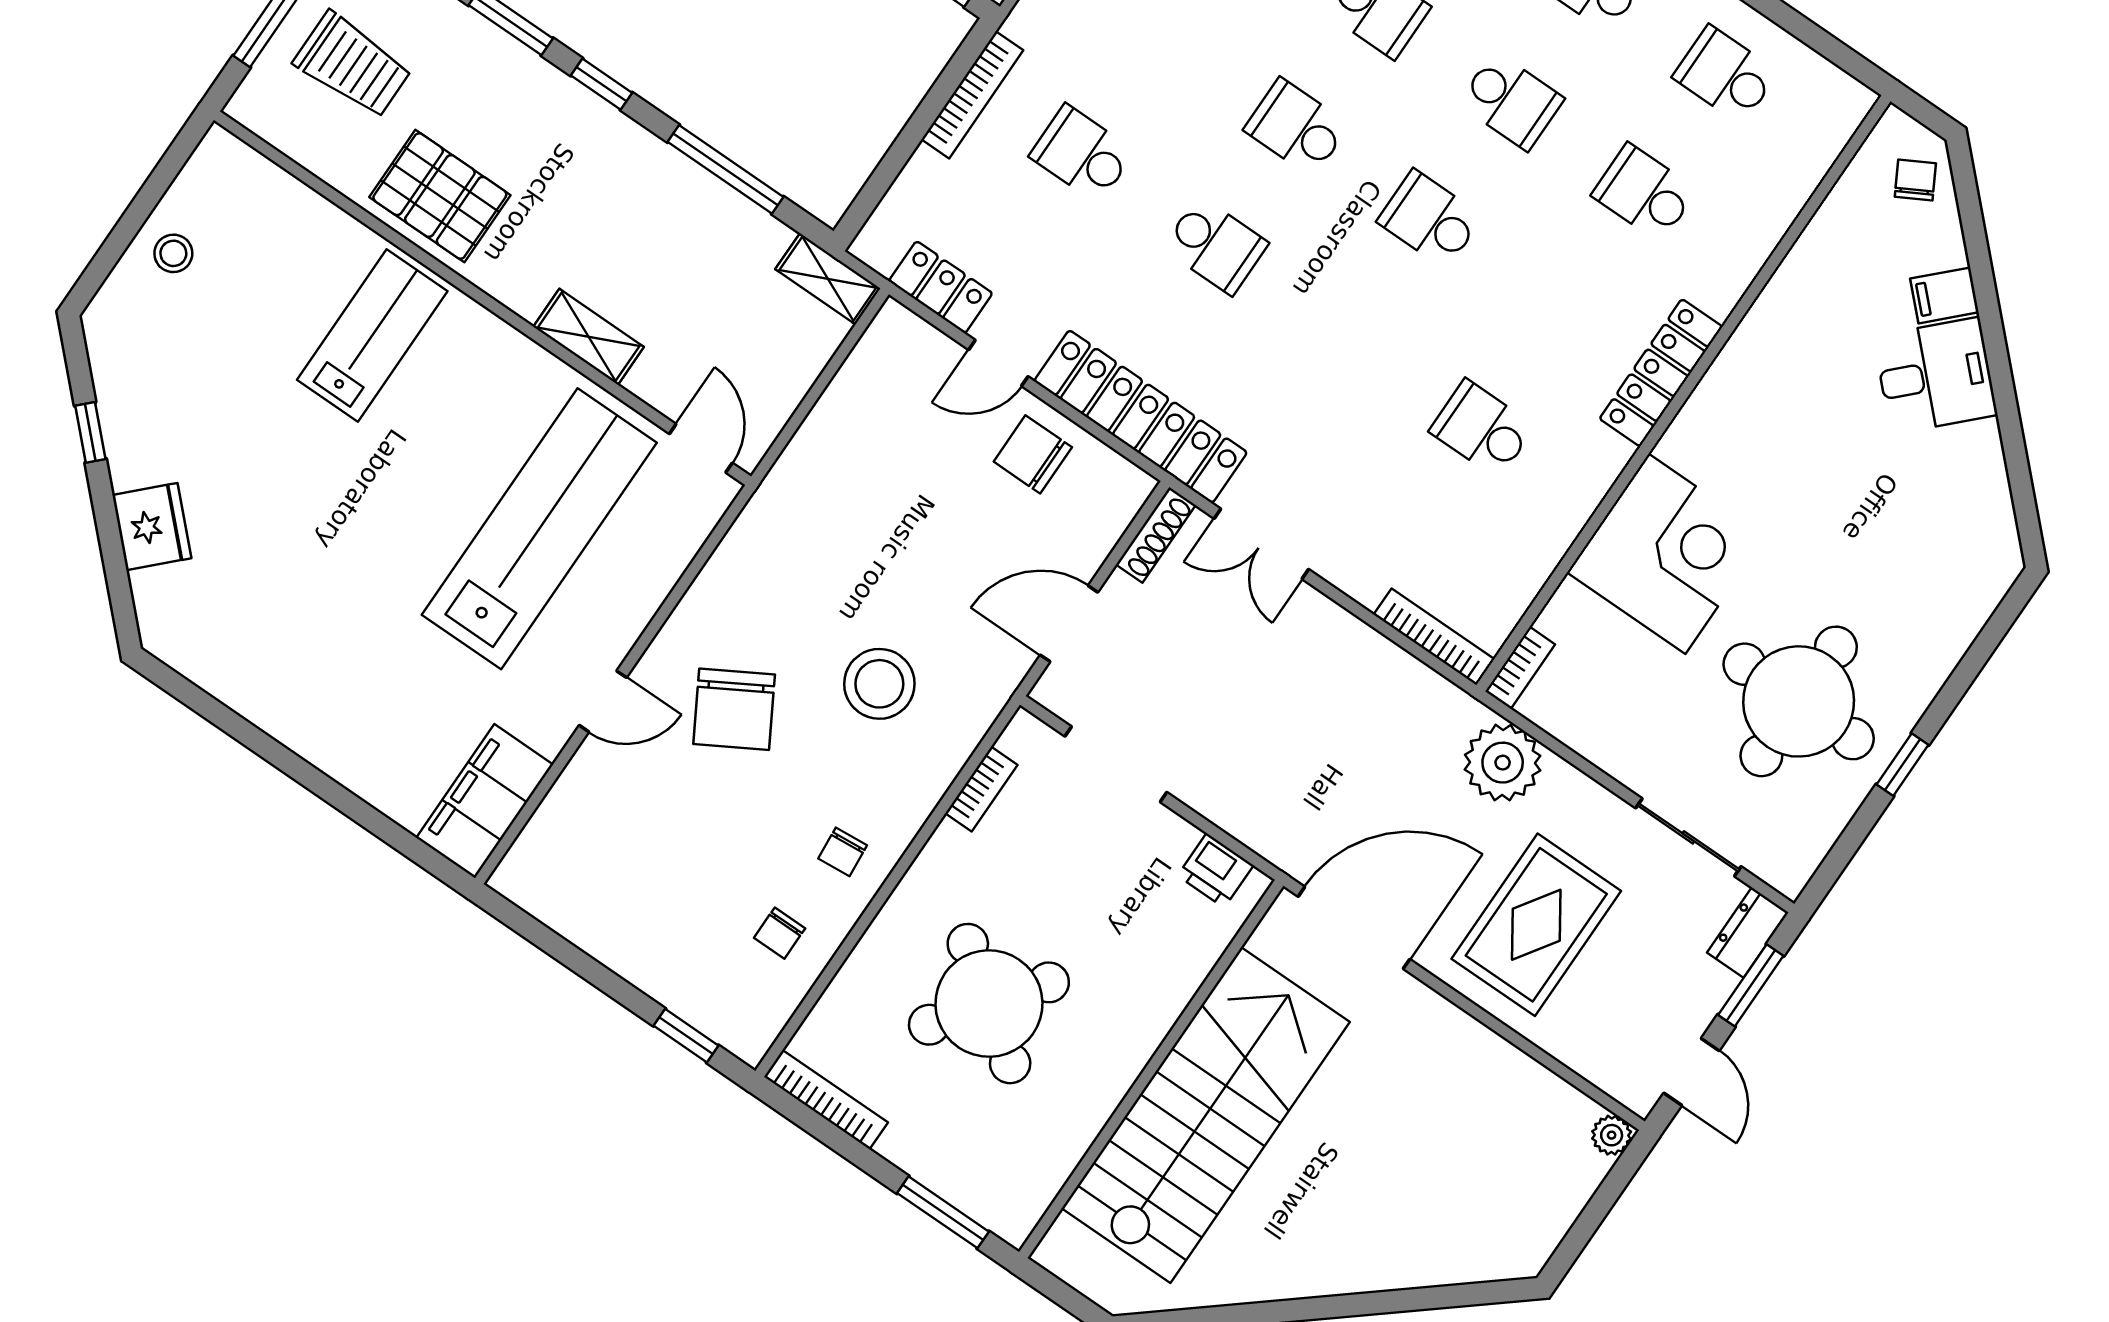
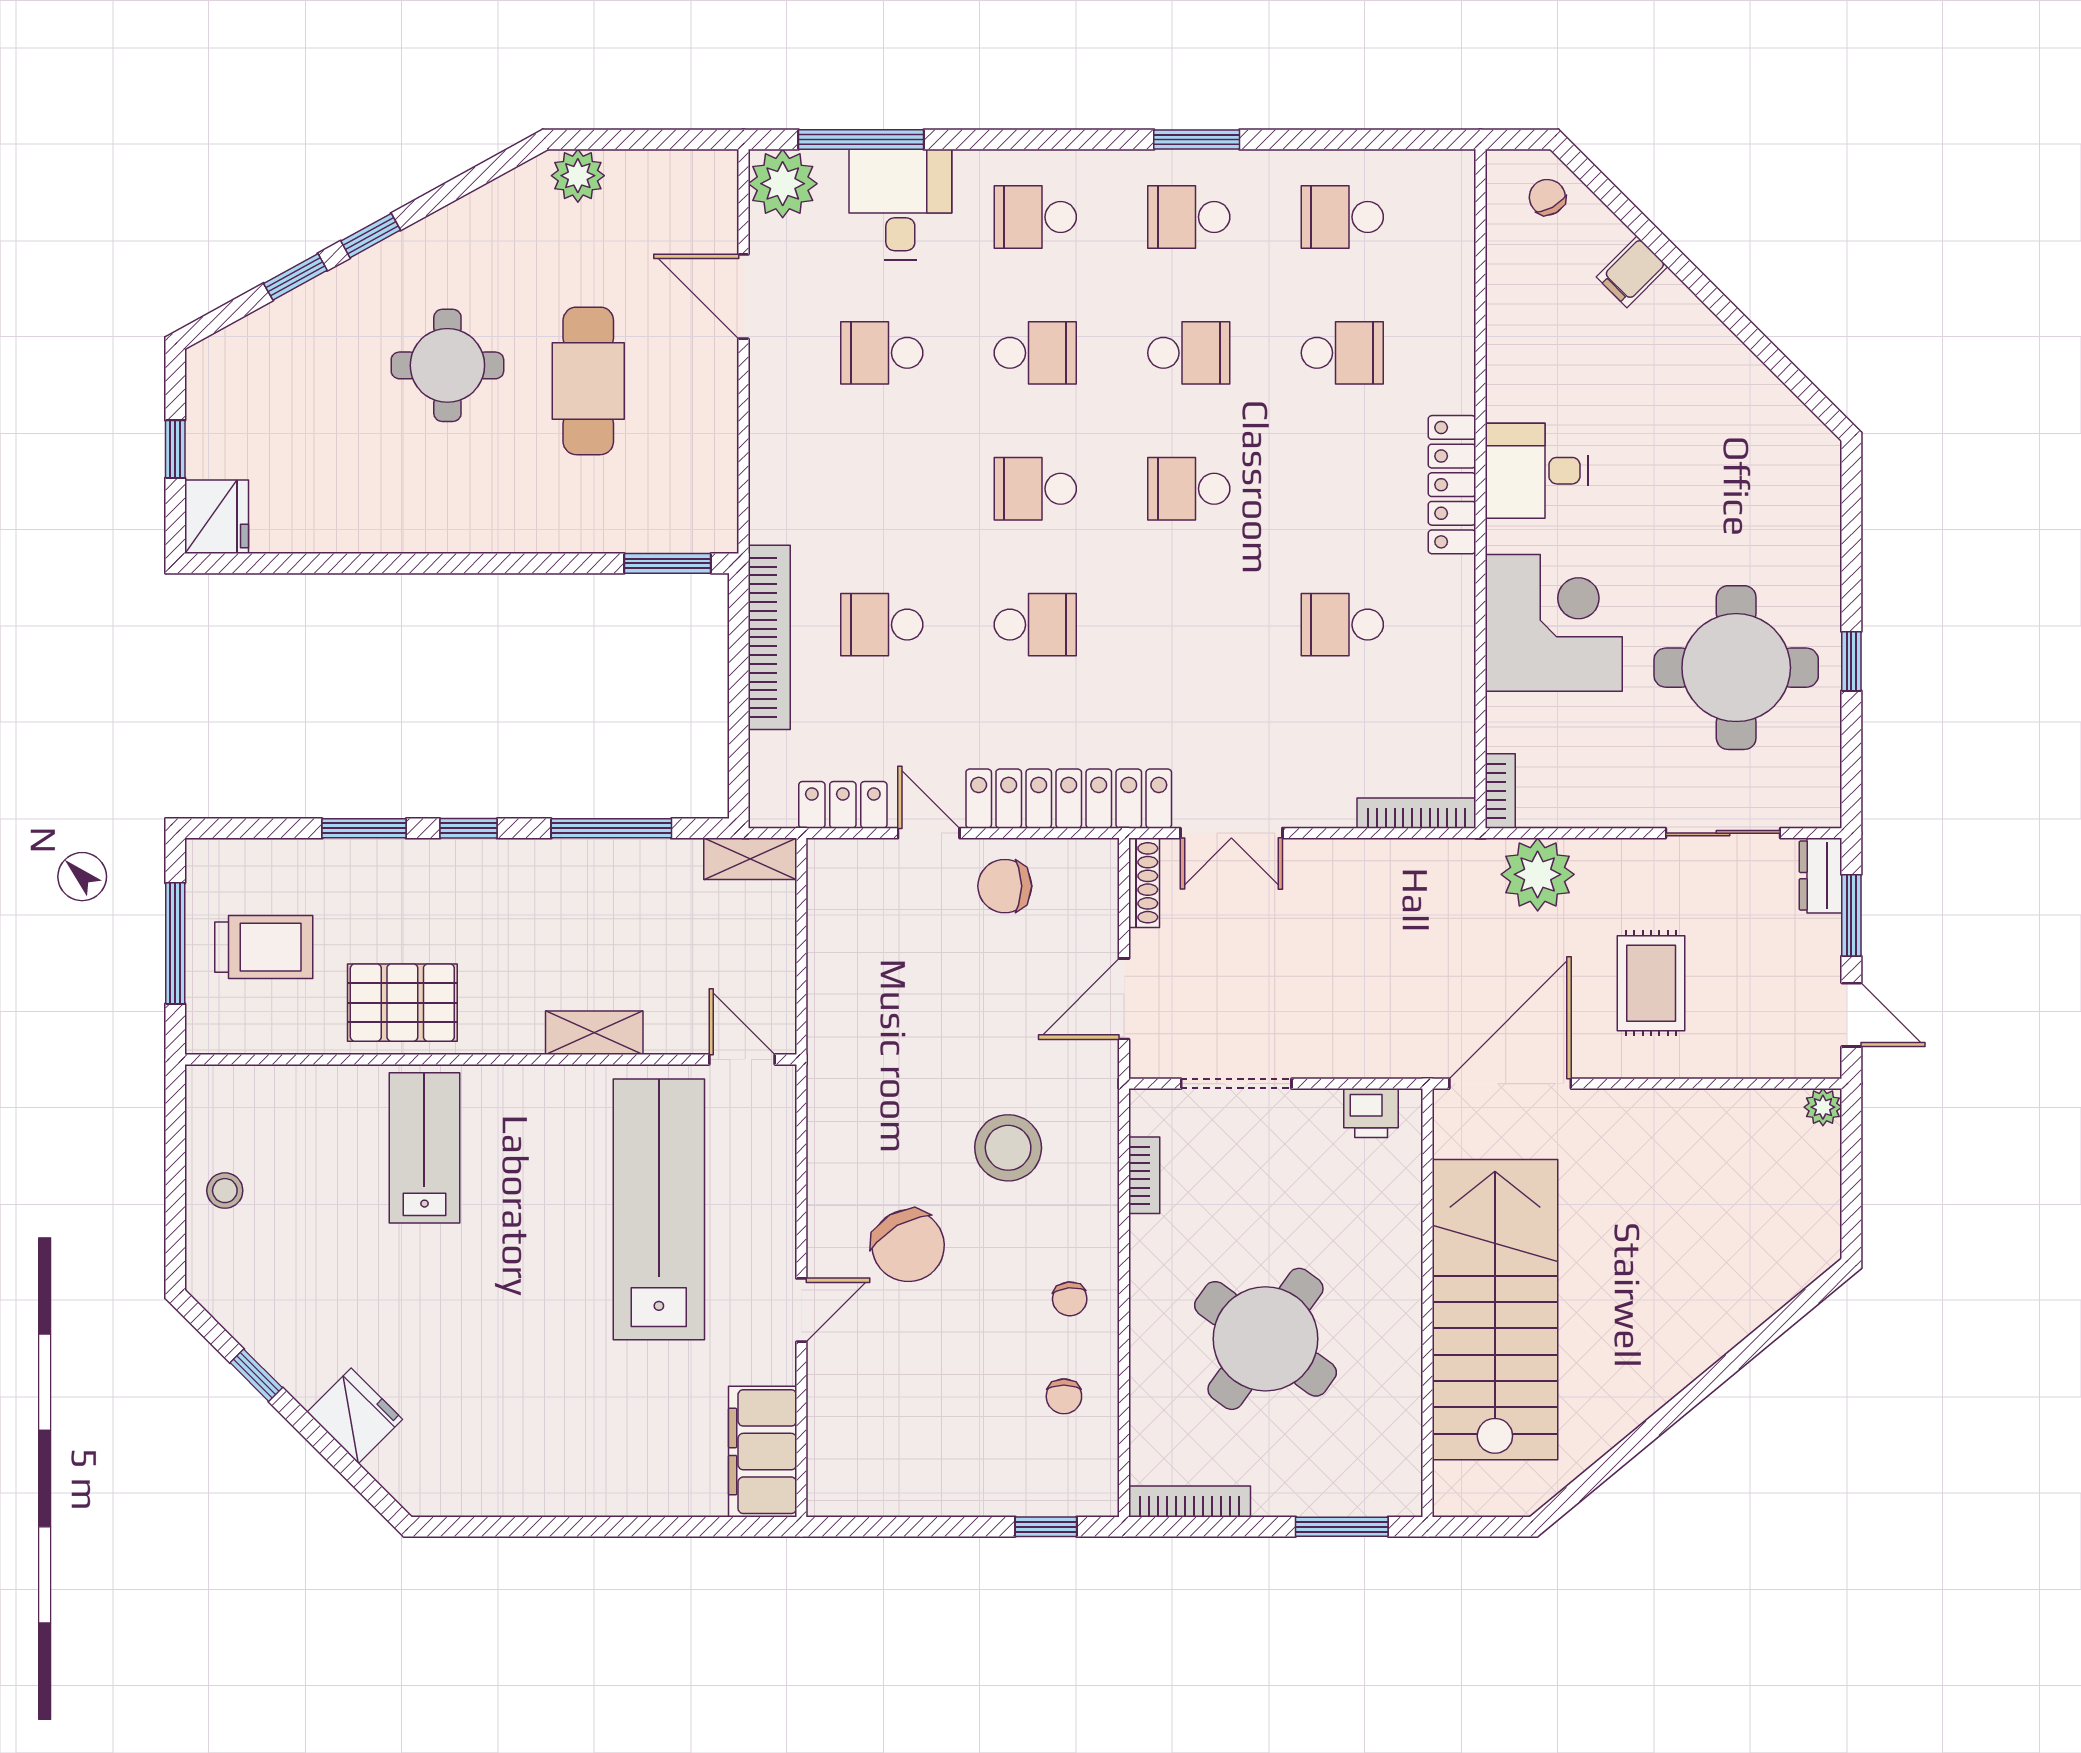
bookcase: (972, 95) -> (769, 637), width x1.48, depth x1.31
school desk: (1644, 193) -> (1342, 353), turned 180
door: (998, 363) -> (929, 833), swing flipped
desk: (1935, 376) -> (1537, 471), moved, turned -135
rug: (1536, 925) -> (1651, 983), width x0.73, depth x0.70

